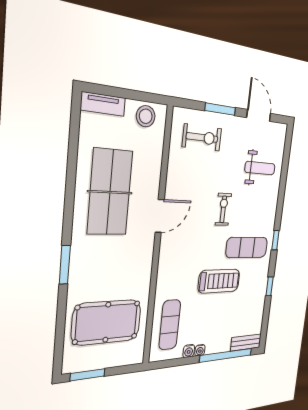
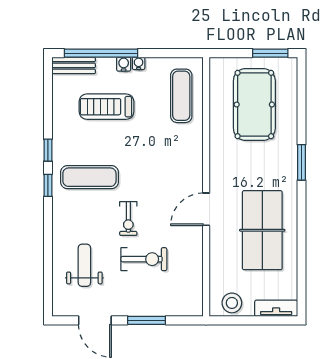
exercise bike: (202, 138) -> (144, 259), moved, turned 180
weight bench: (260, 168) -> (84, 265), turned 90
treadmill: (219, 281) -> (106, 107), moved
window: (270, 286) -> (48, 150), moved
pool table: (107, 322) -> (254, 104), turned 90
water cooler: (189, 351) -> (124, 64), moved

